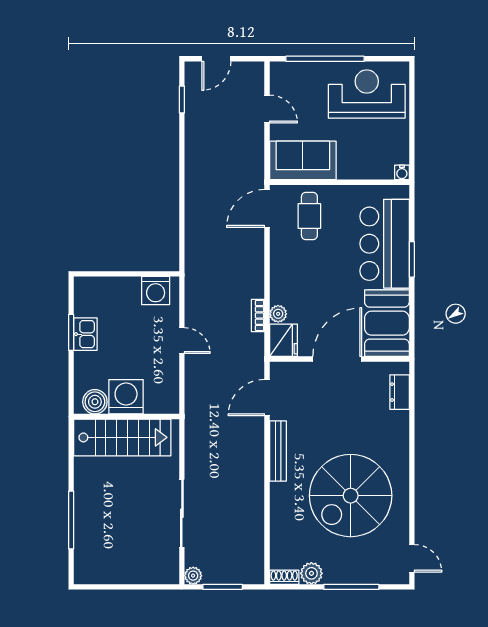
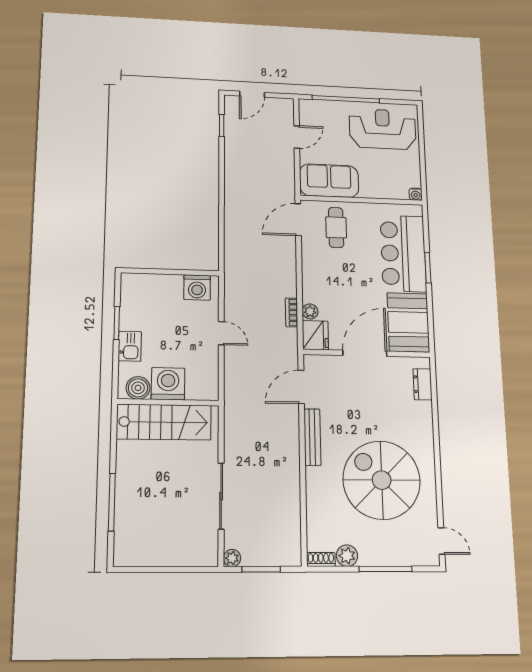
door: (267, 109) -> (297, 137), hinge flipped
kitchen sink: (85, 334) -> (130, 346), moved
spiral stairs: (351, 496) -> (382, 480), turned 90

